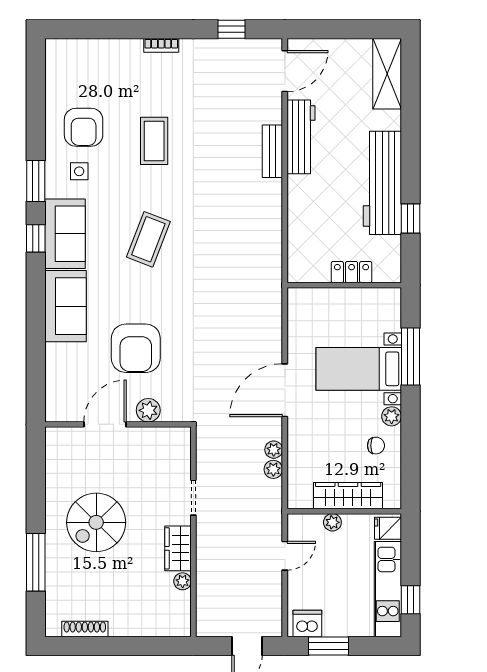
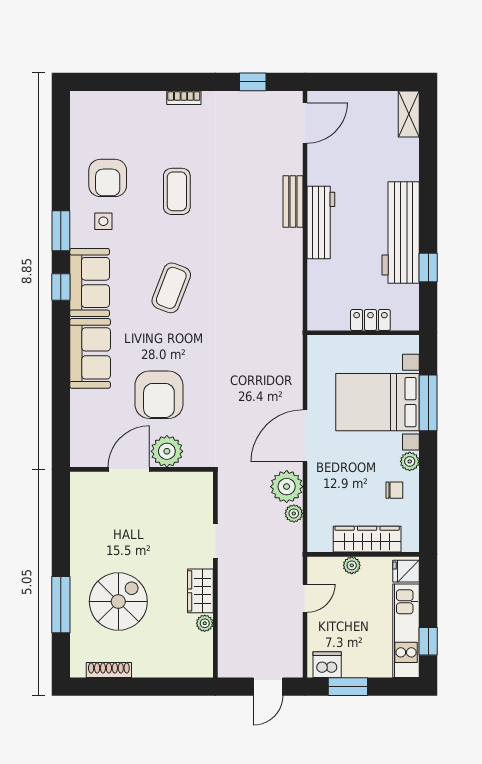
shelving: (387, 74) -> (409, 114), width x0.67, depth x0.75
workbench: (301, 137) -> (321, 223), moved
bed with nightstands: (359, 369) -> (377, 402), width x1.36
plant: (148, 410) -> (167, 451), width x1.36, depth x1.36
plant: (274, 450) -> (287, 487), width x1.88, depth x1.88
spiral stairs: (96, 522) -> (118, 602), moved, turned 180

